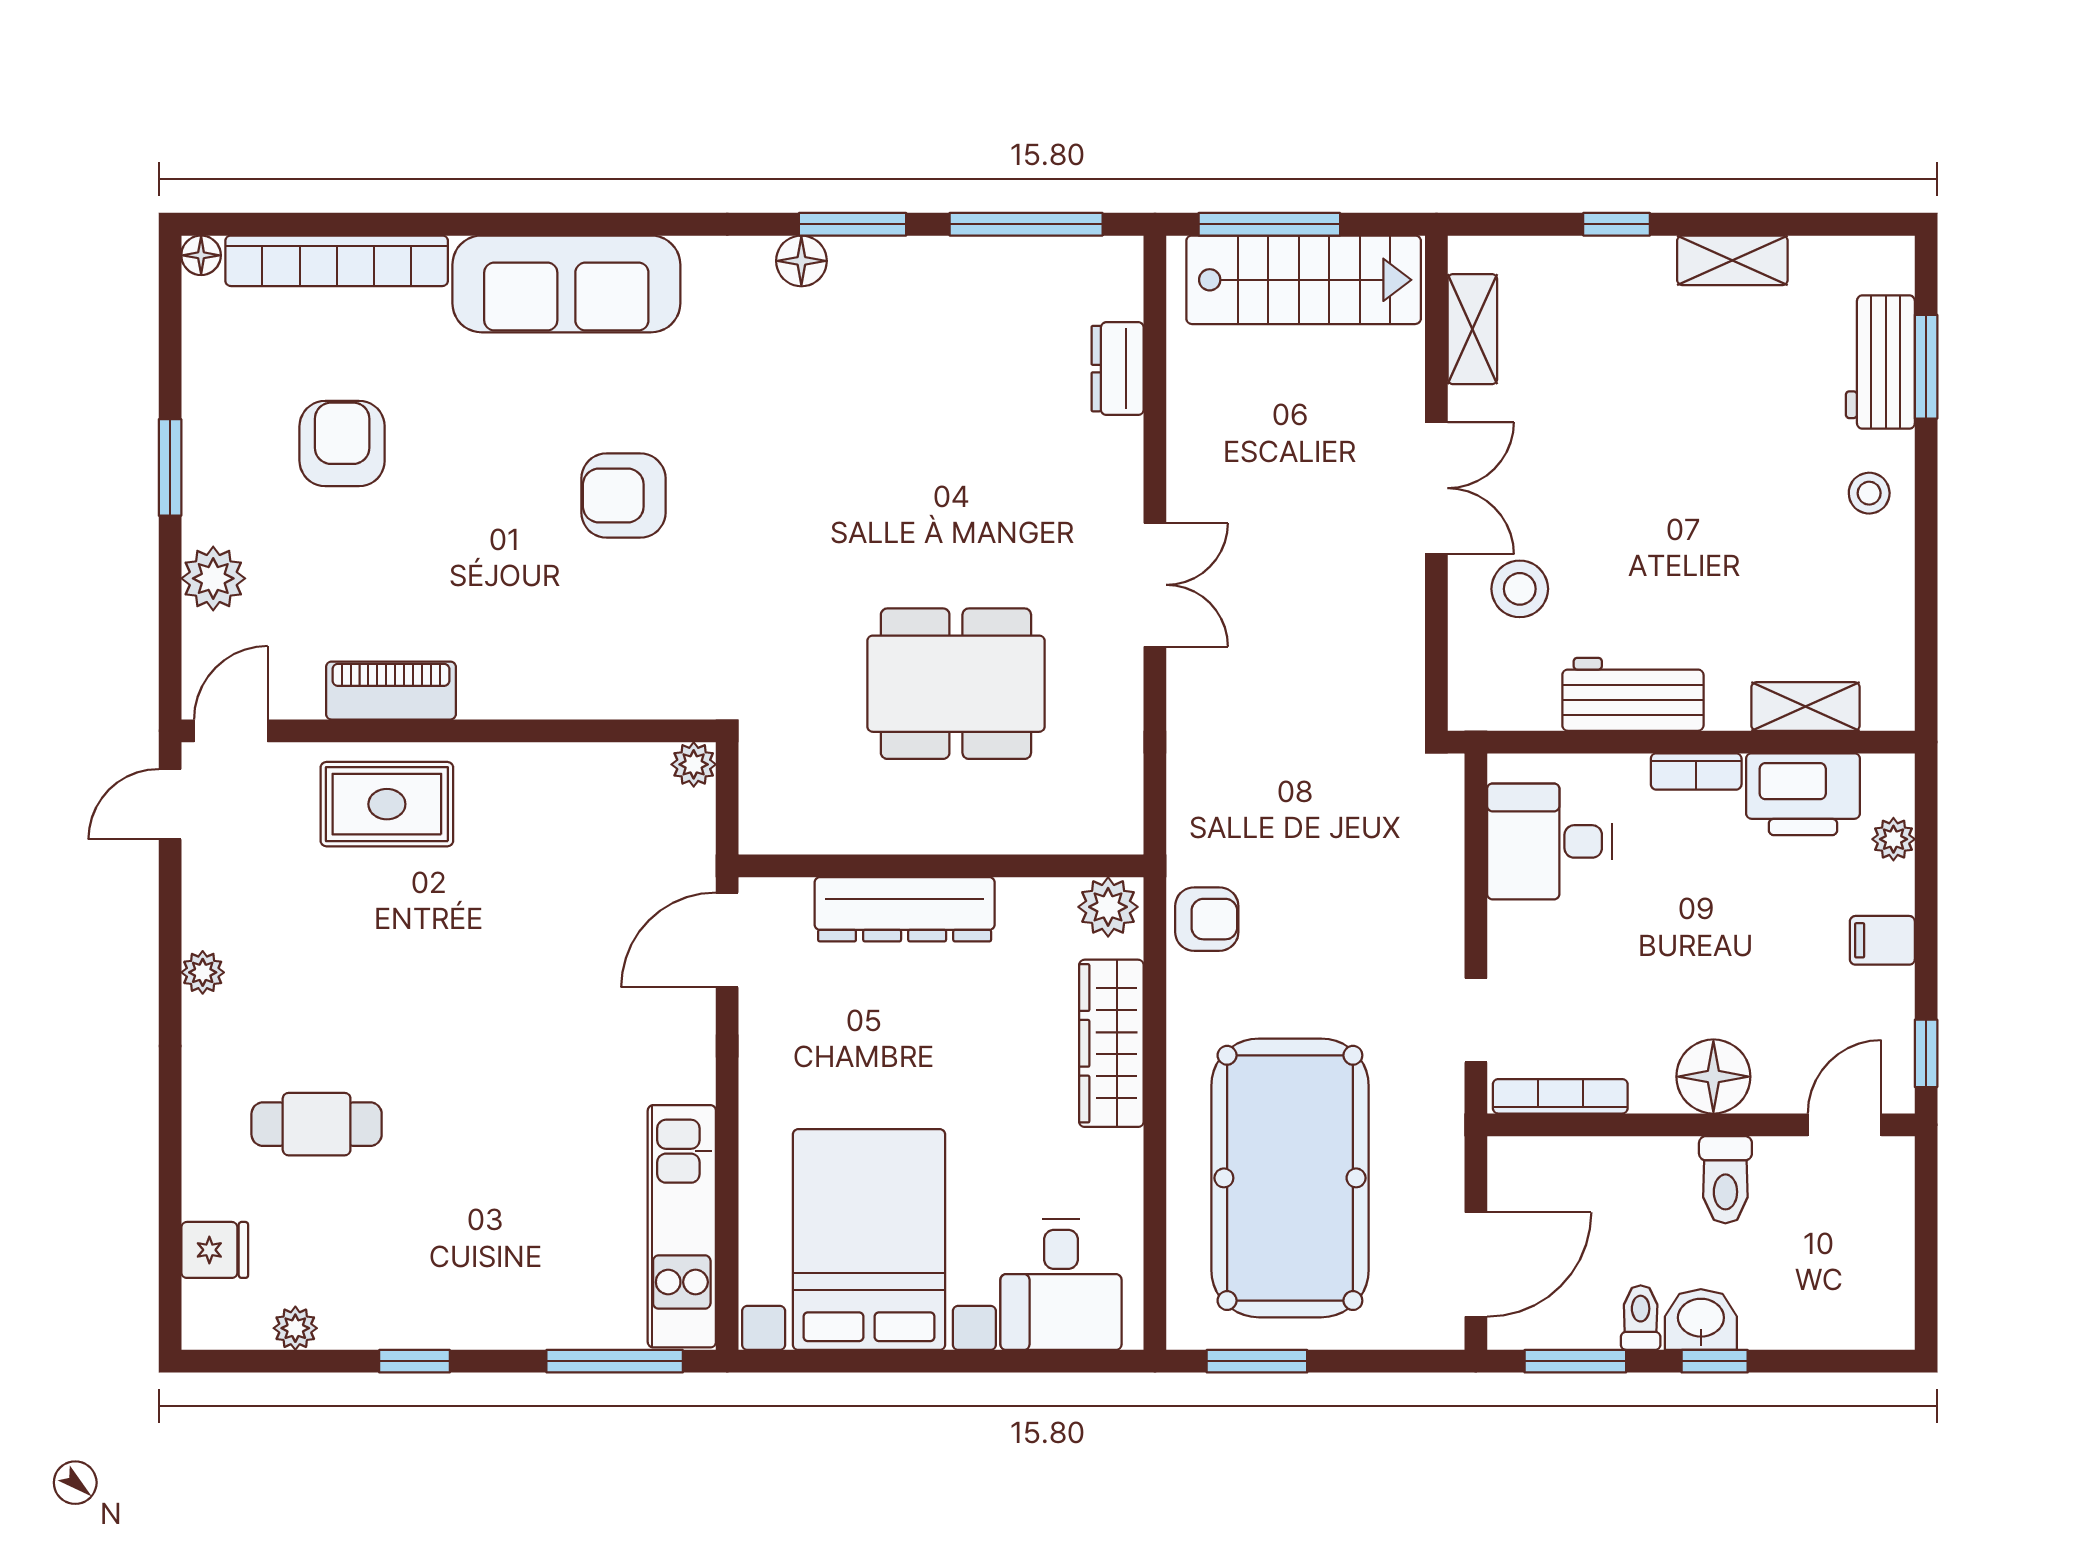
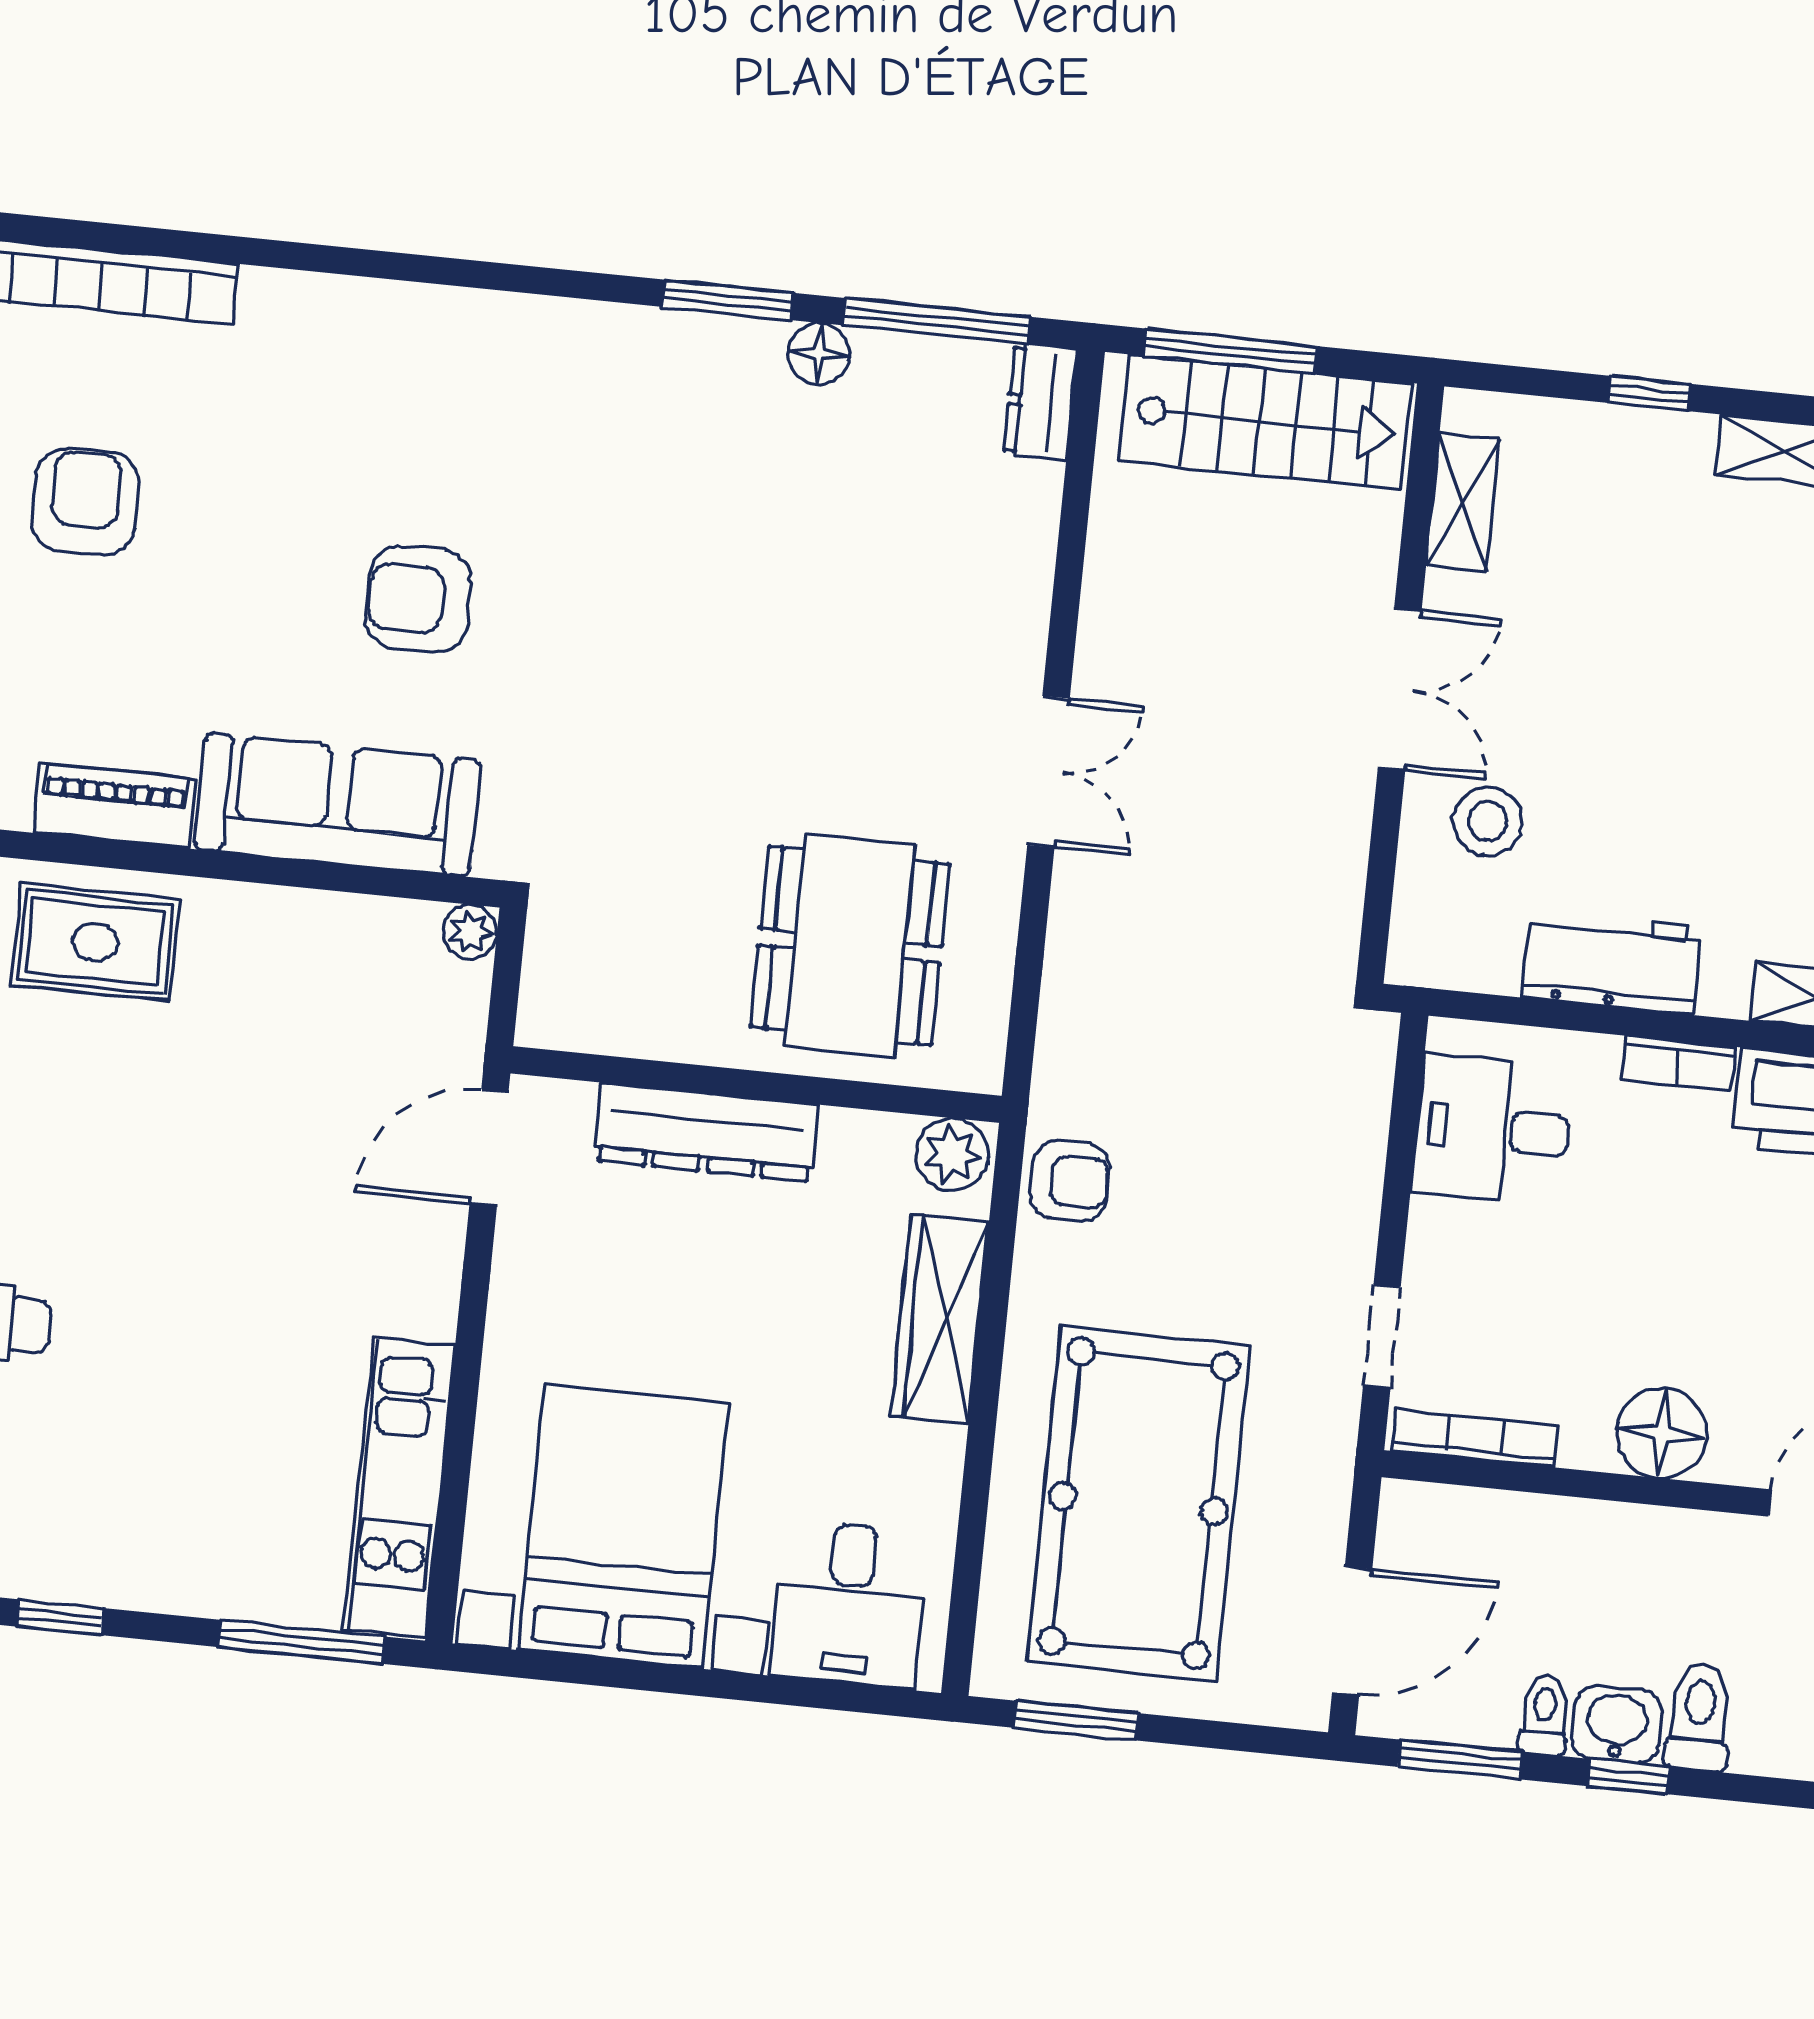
floor lamp: (801, 261) -> (819, 354), moved
sofa: (566, 284) -> (337, 805), moved, turned 180
dresser: (1118, 369) -> (1040, 402), moved
dining table: (956, 684) -> (850, 946), moved, turned 90
toilet: (1725, 1180) -> (1699, 1717), moved, turned 180

